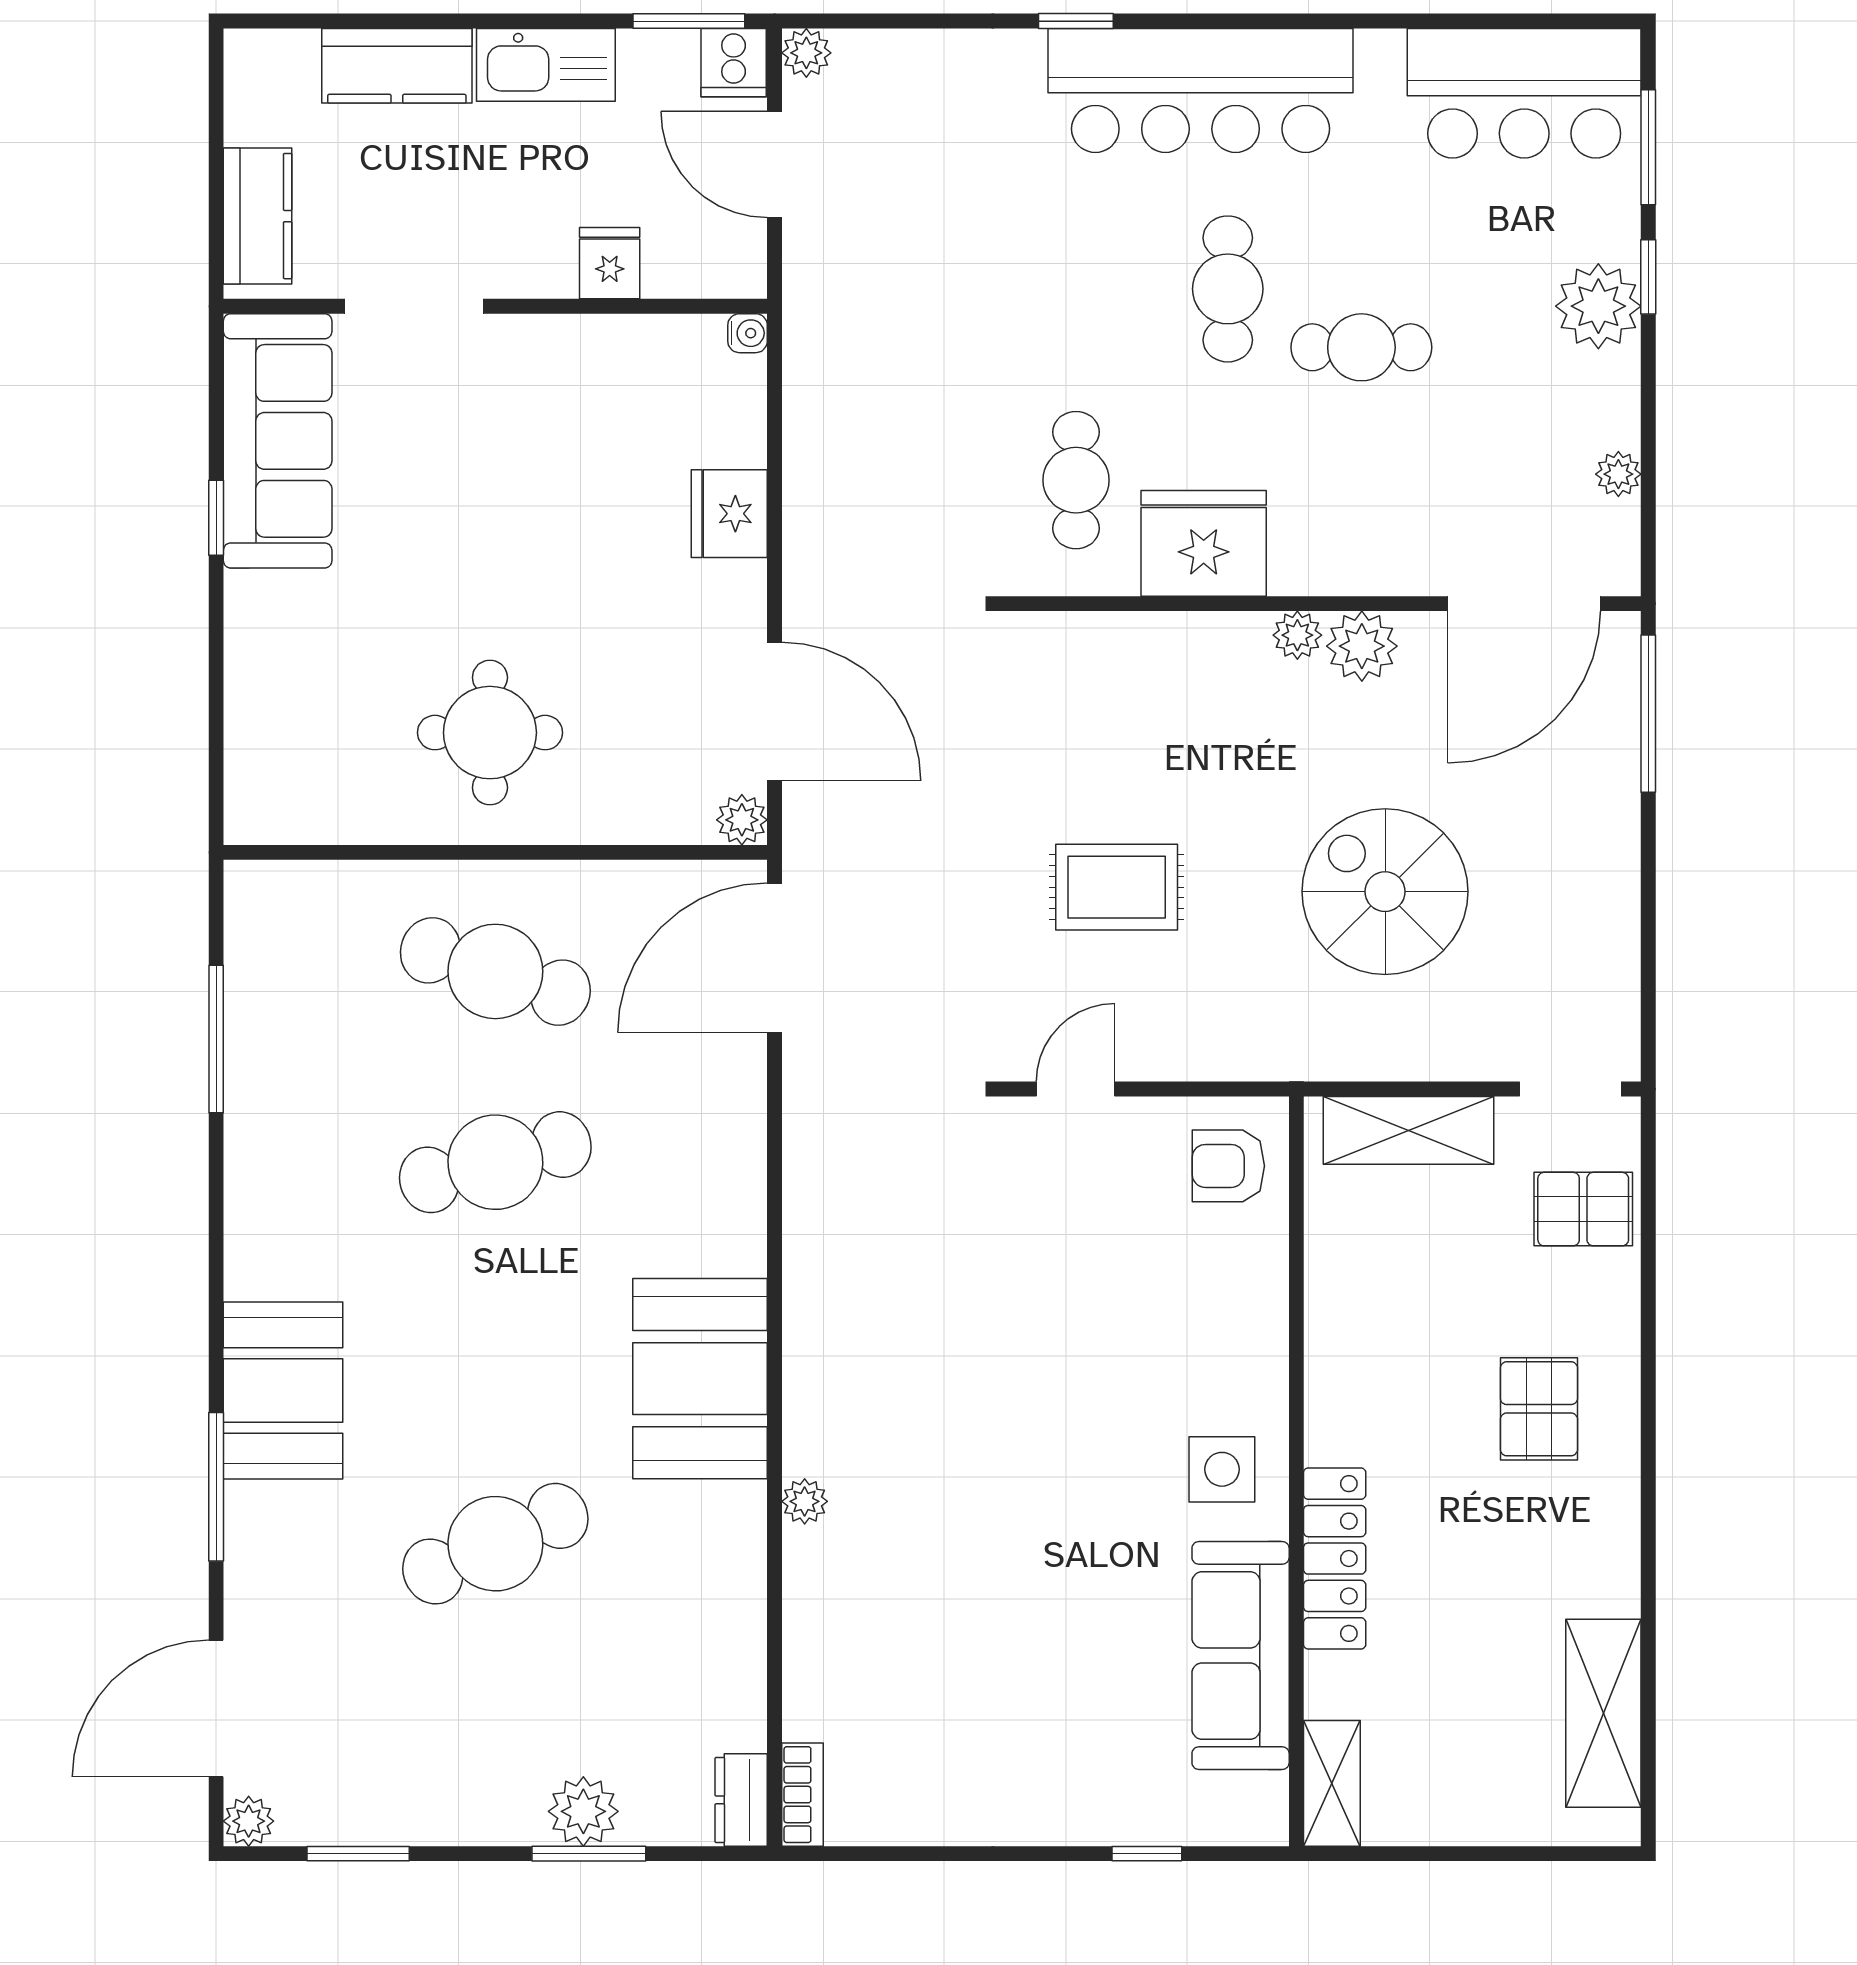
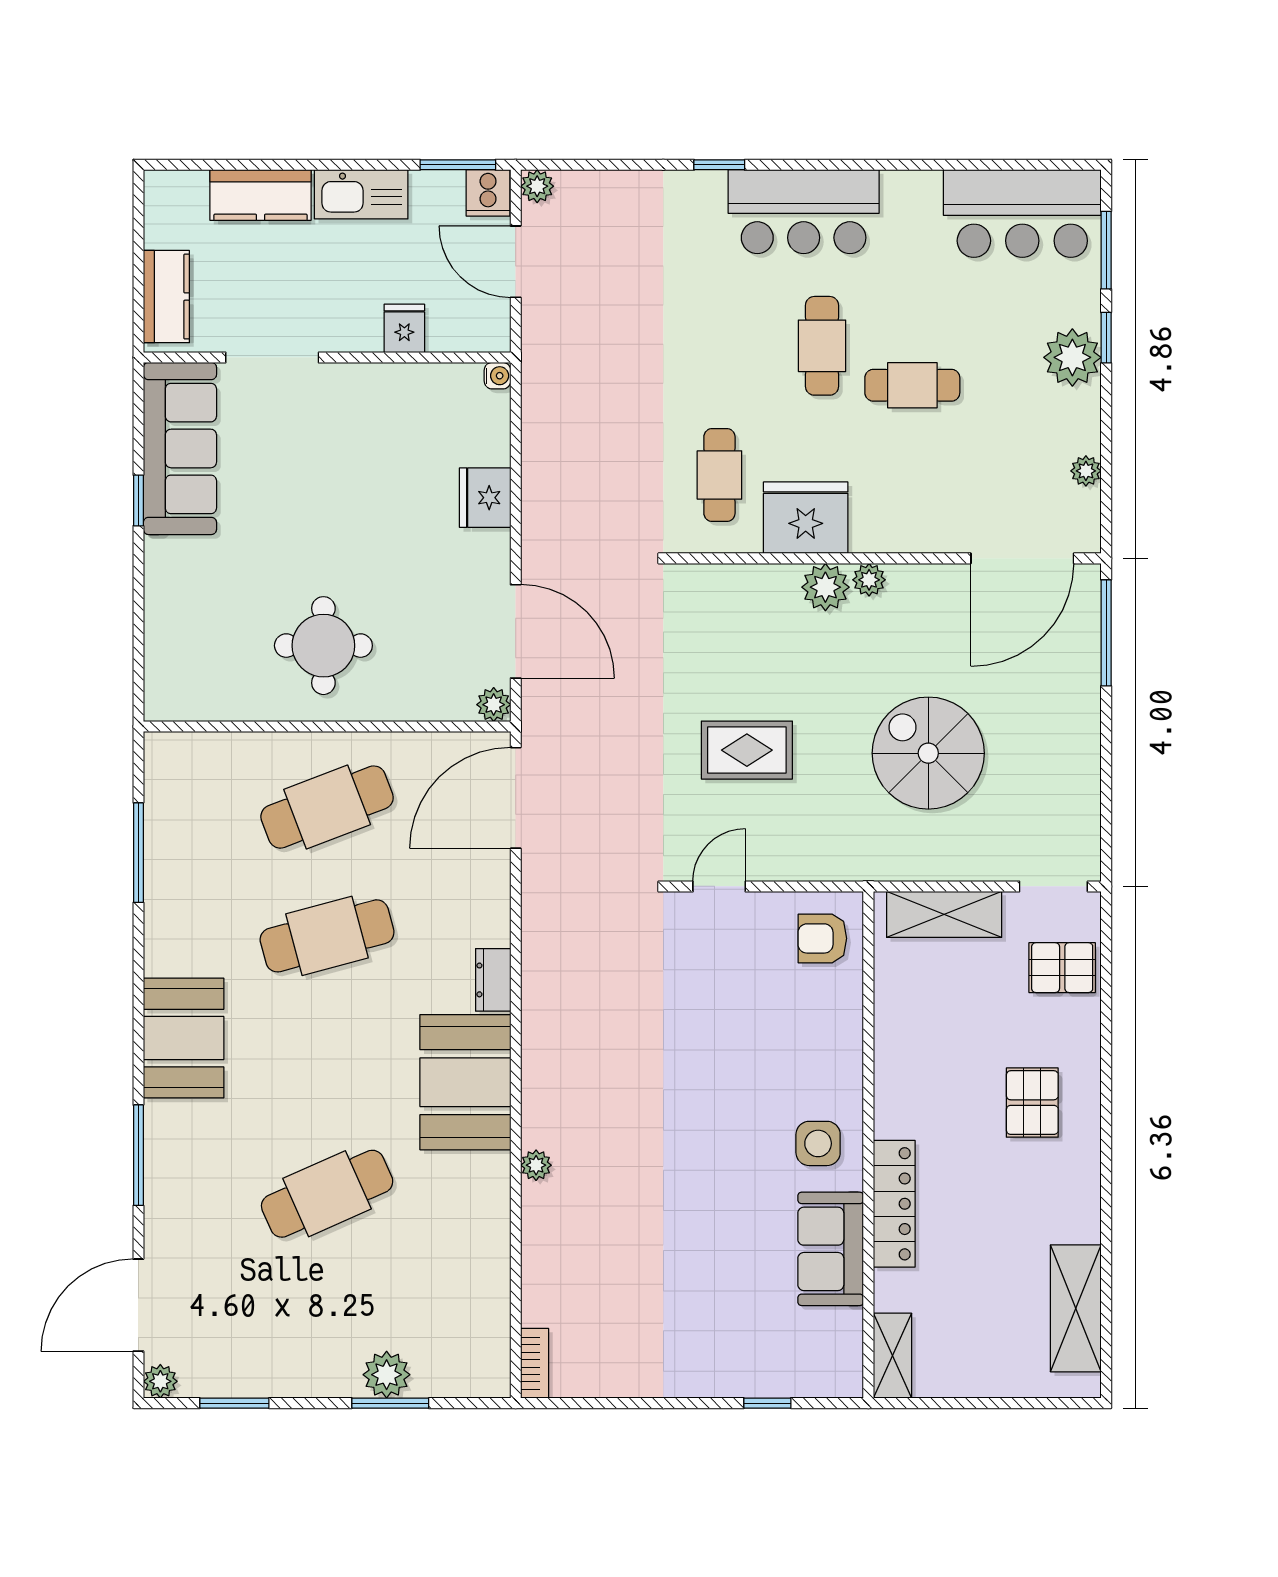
bar counter: (1201, 90) -> (804, 212), width x0.73
plant: (1362, 646) -> (825, 587), moved
cafe table: (495, 971) -> (327, 807), turned -39
booth: (283, 1391) -> (184, 1038), moved
sofa: (1241, 1655) -> (831, 1249), width x0.73
dresser: (741, 1800) -> (493, 980), moved

